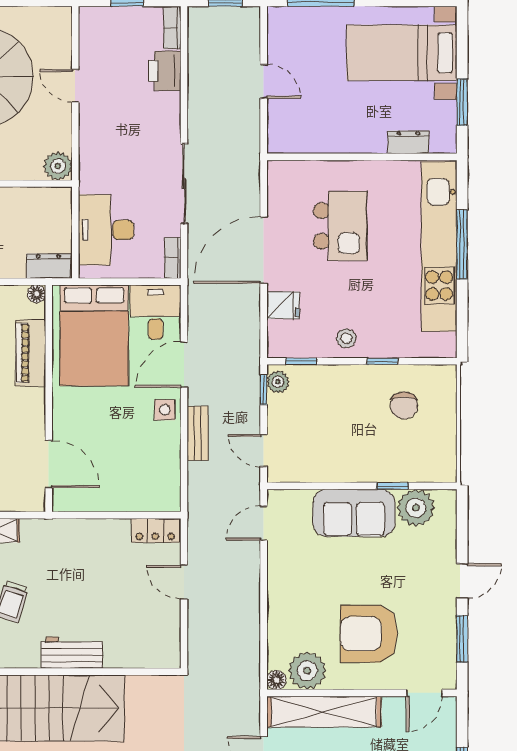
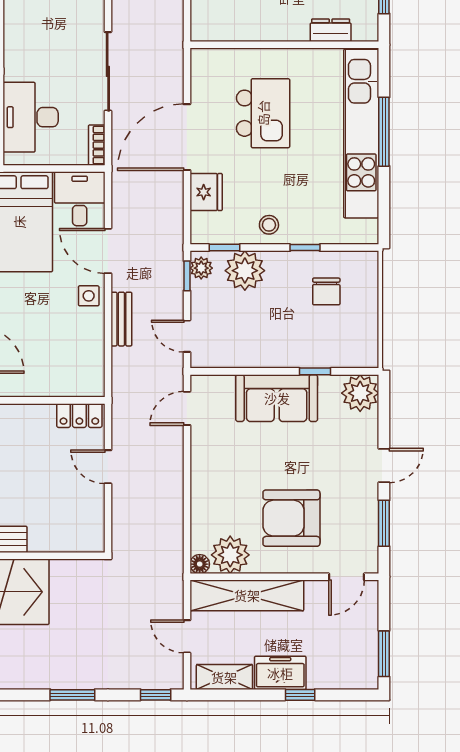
fridge: (283, 305) -> (206, 192), width x1.38
door: (184, 365) -> (108, 251), hinge flipped
plant: (322, 384) -> (245, 271), added
plant: (416, 508) -> (360, 393), moved

